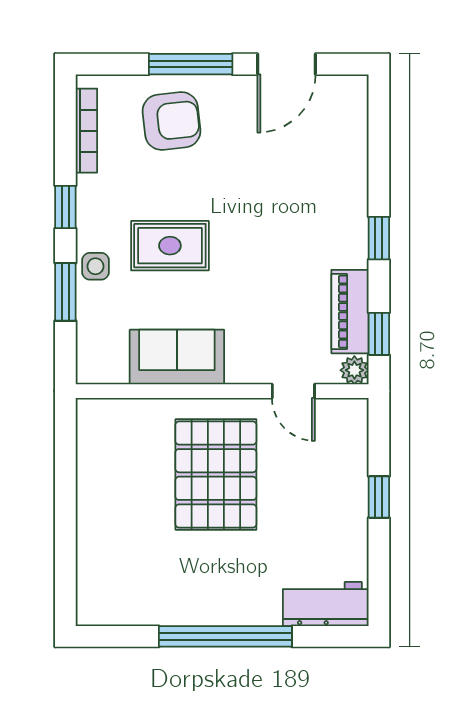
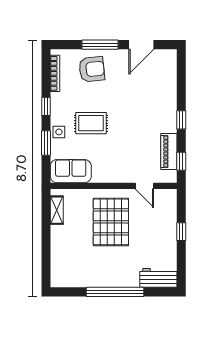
sofa: (177, 357) -> (71, 171), moved
plant: (354, 370) -> (171, 177), removed
shelving: (90, 447) -> (57, 210), added

